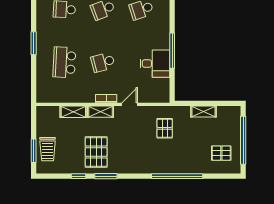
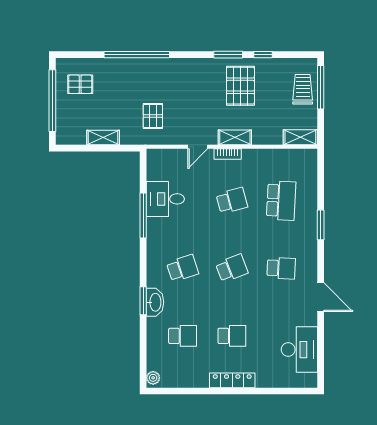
shelving: (73, 112) -> (300, 137), moved
window: (34, 151) -> (321, 87), width x1.44

